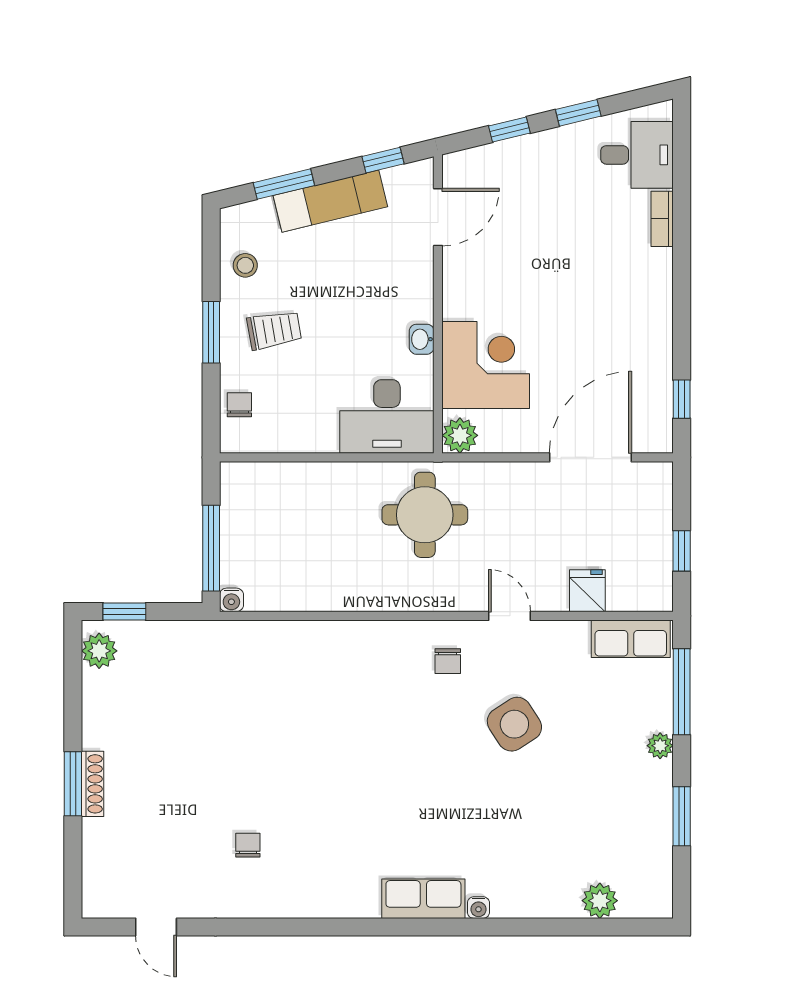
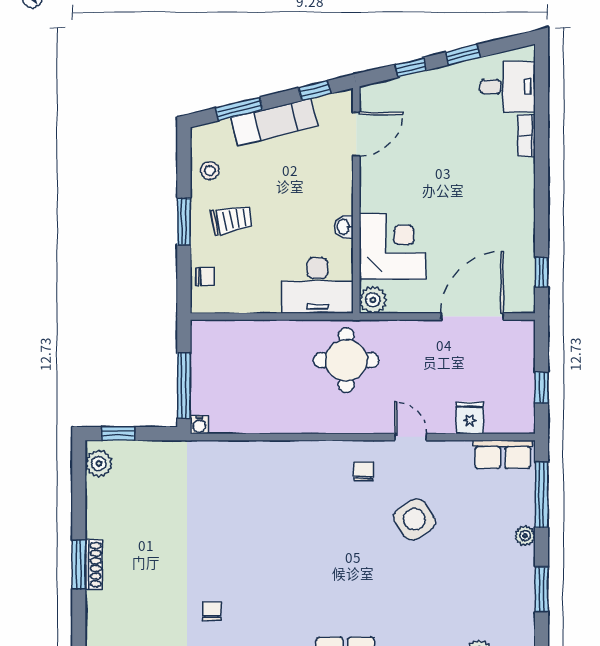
chair: (239, 405) -> (205, 277), turned 90
chair: (448, 661) -> (364, 471), turned 180

